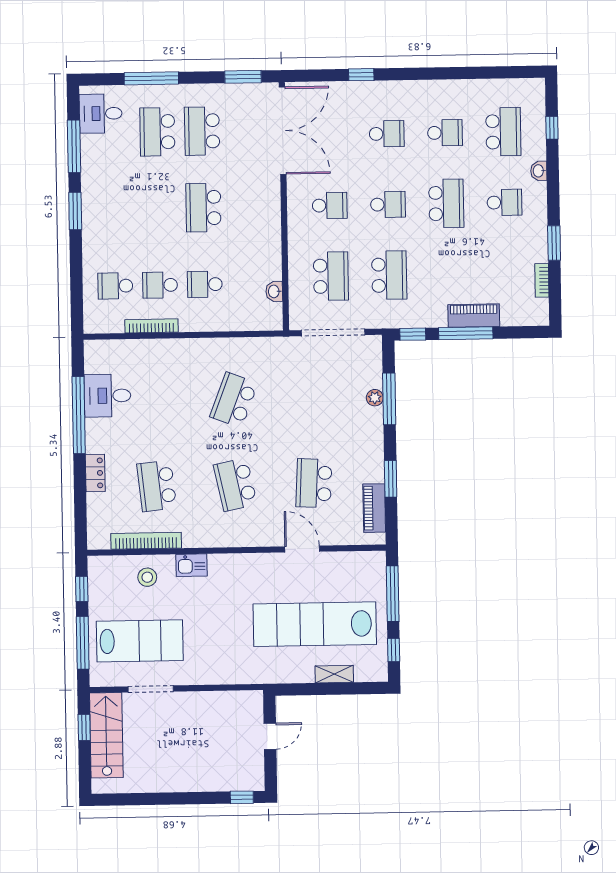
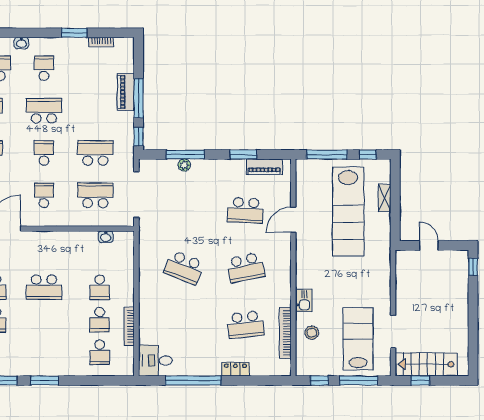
desk: (107, 396) -> (155, 360), moved, turned 90

